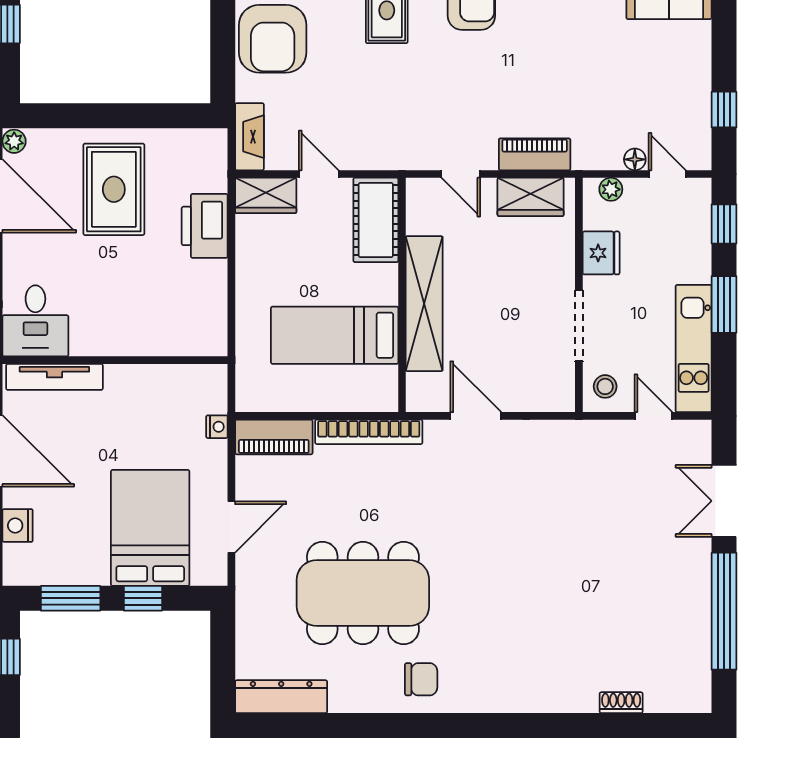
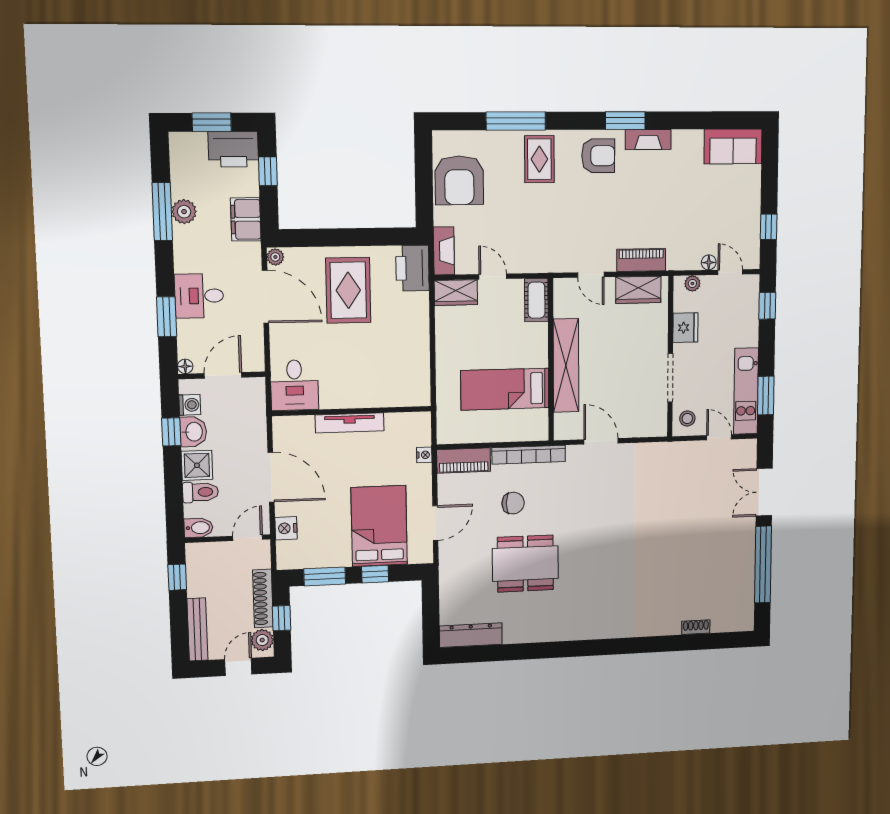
cot: (376, 220) -> (536, 300), width x0.73, depth x0.75
printer: (205, 226) -> (412, 268), moved
window: (724, 304) -> (766, 395), moved
tv unit: (54, 377) -> (350, 423), moved
dining table: (363, 593) -> (525, 564), width x0.73, depth x0.80
chair: (421, 679) -> (513, 503), moved

